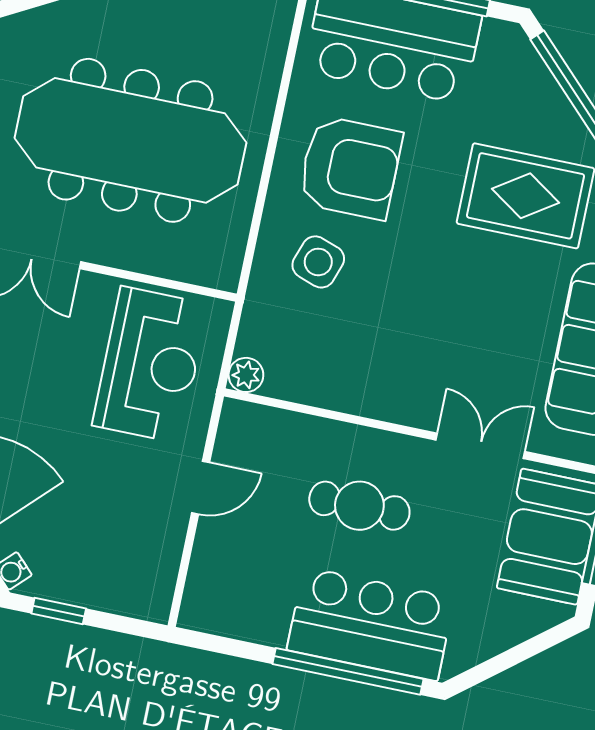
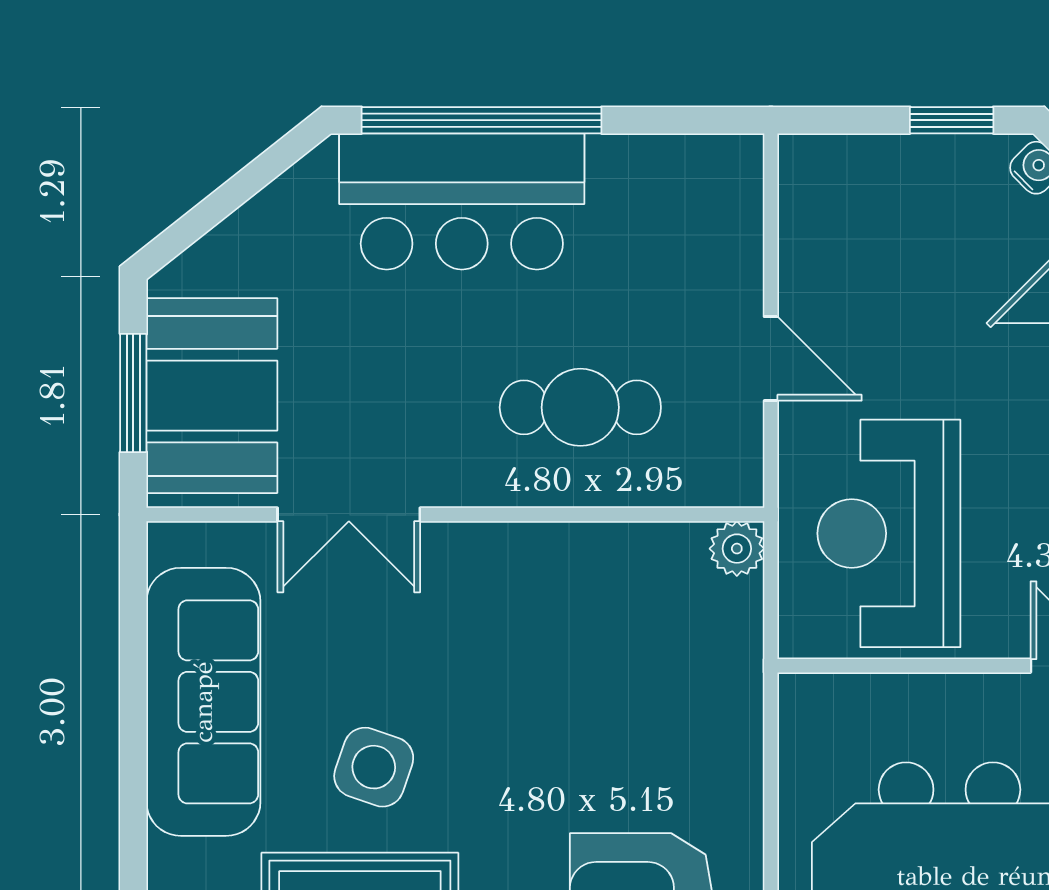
side table: (318, 262) -> (374, 767), moved
door: (201, 488) -> (771, 359), swing flipped
cafe table: (359, 506) -> (580, 407), moved

